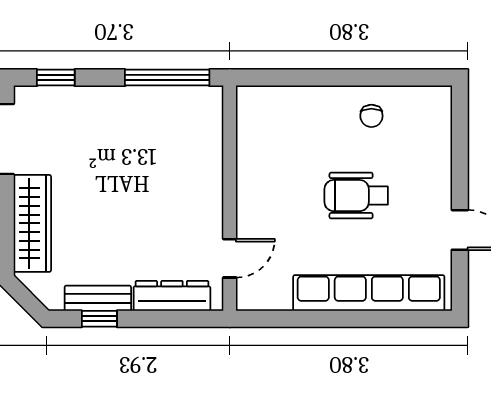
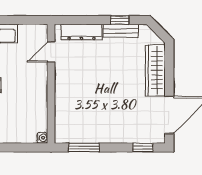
window: (167, 78) -> (84, 147), width x0.69
water cooler: (246, 96) -> (42, 138), added

